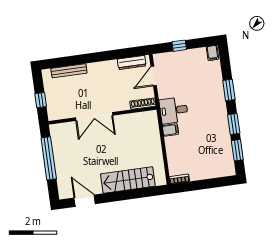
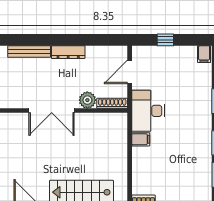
dresser: (132, 62) -> (68, 52), moved
plant: (122, 104) -> (87, 100), added
desk: (174, 110) -> (148, 111), width x1.37

